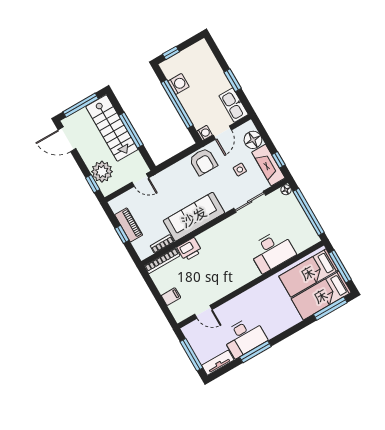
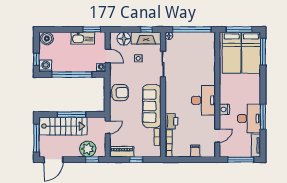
boiler: (202, 51) -> (47, 38), added
window: (233, 80) -> (92, 29), moved
washing machine: (179, 84) -> (46, 66), moved
kitchen sink: (234, 105) -> (83, 38), moved
armchair: (203, 162) -> (120, 93), moved
piano: (129, 225) -> (122, 152), moved
desk: (272, 251) -> (203, 100), moved
nightstand: (238, 302) -> (224, 109), added

